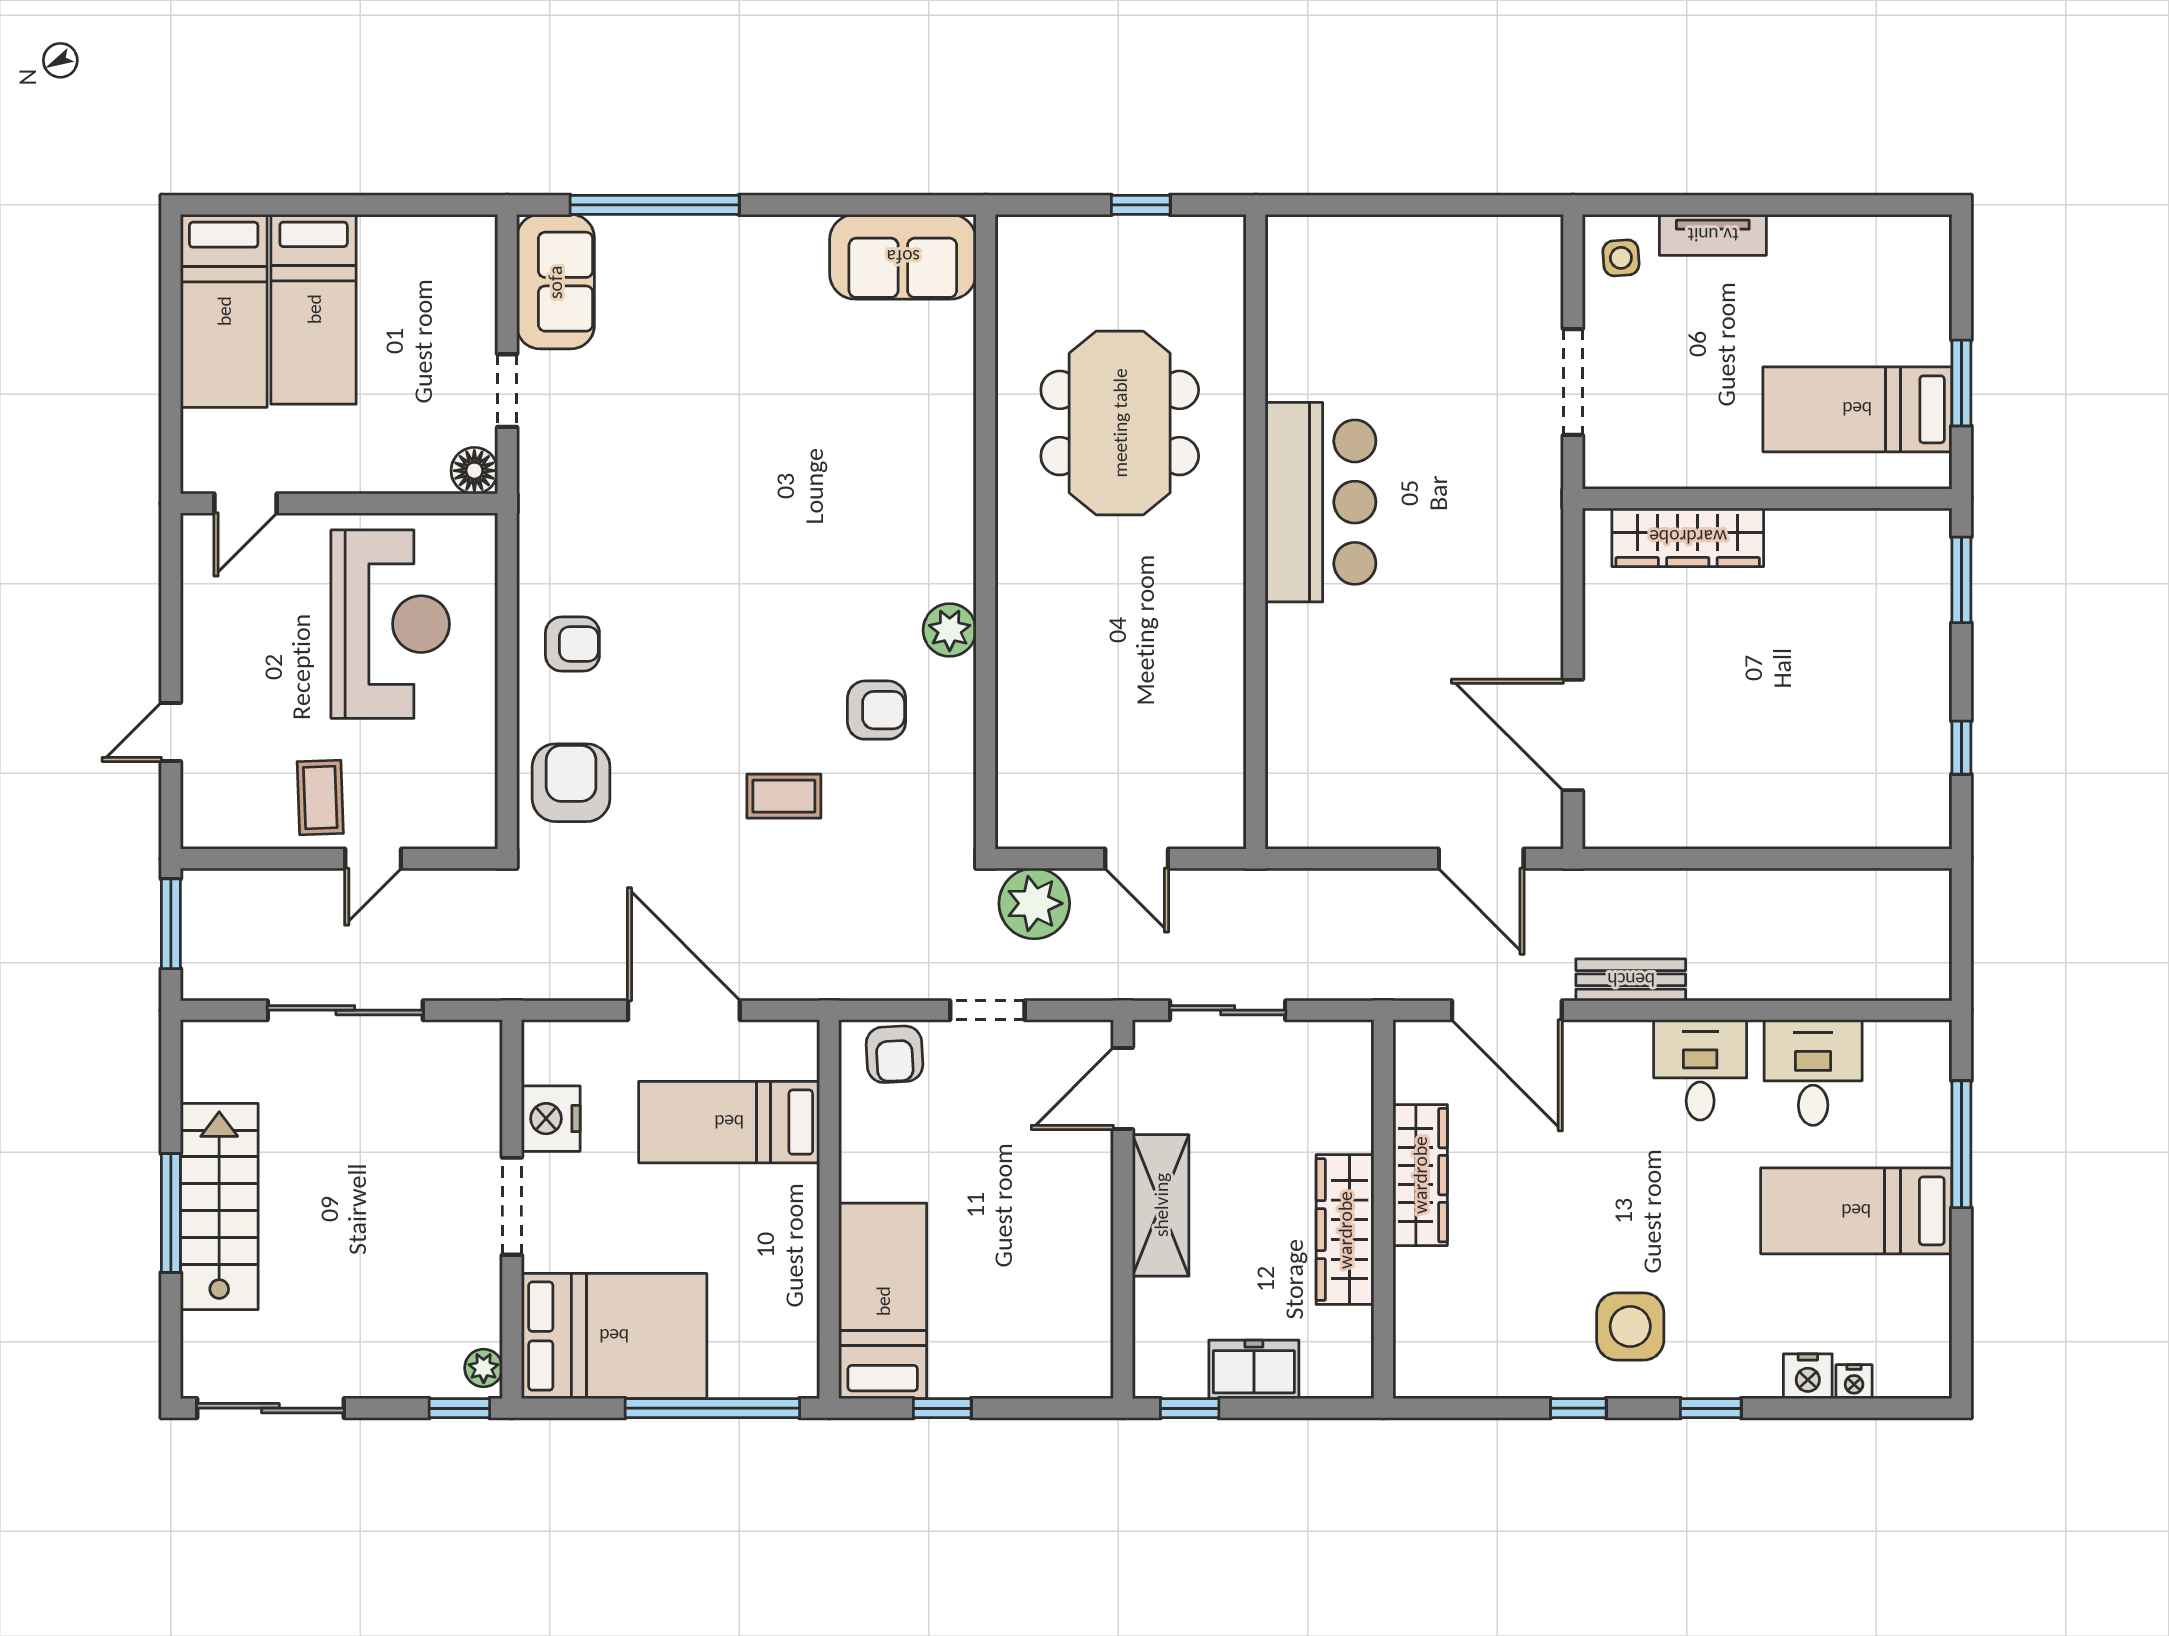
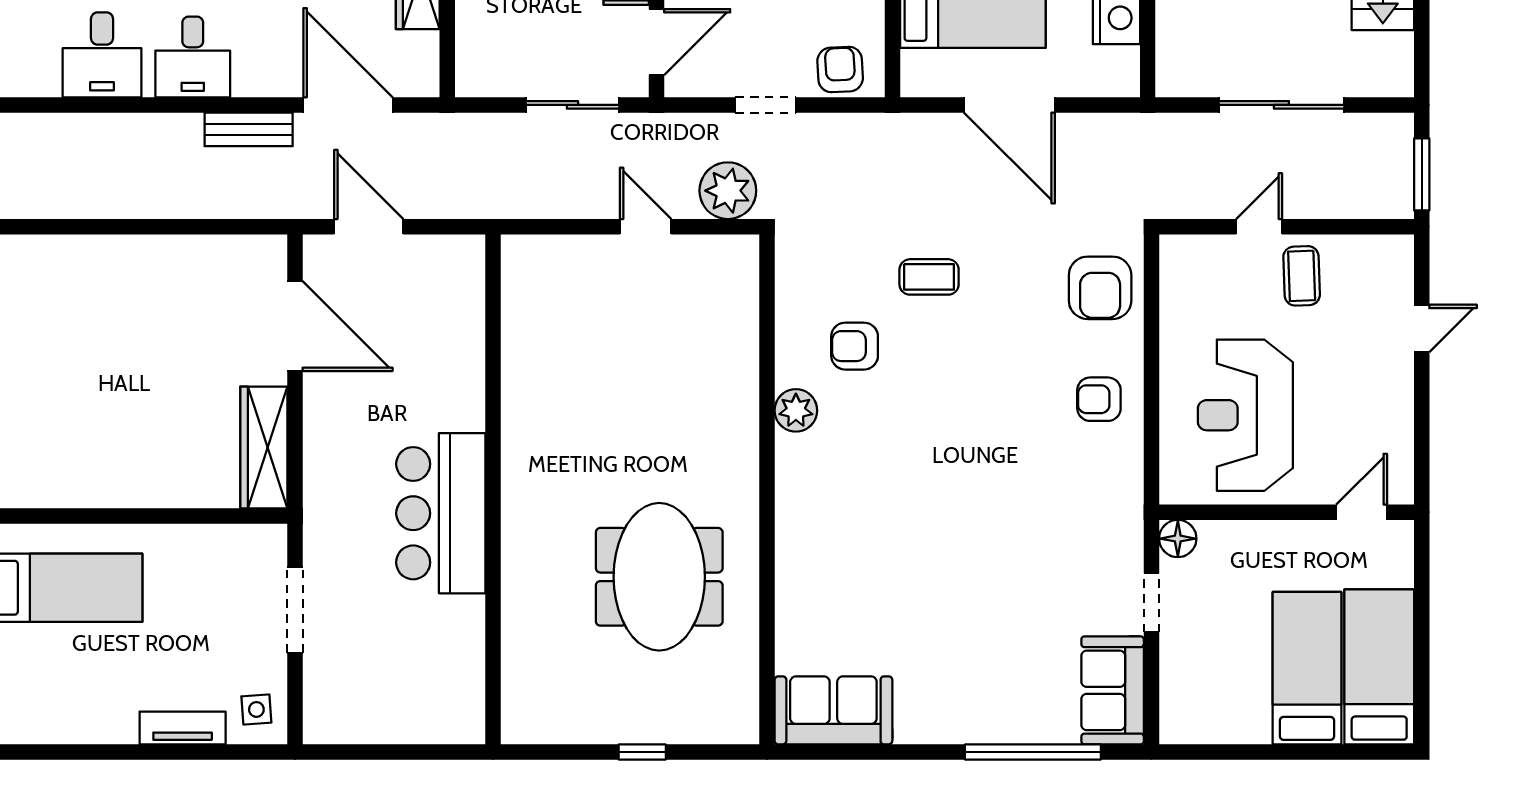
bar counter: (1320, 502) -> (441, 513), moved
wall: (1256, 532) -> (493, 489), moved
wardrobe: (1688, 537) -> (264, 447), moved, turned -90

